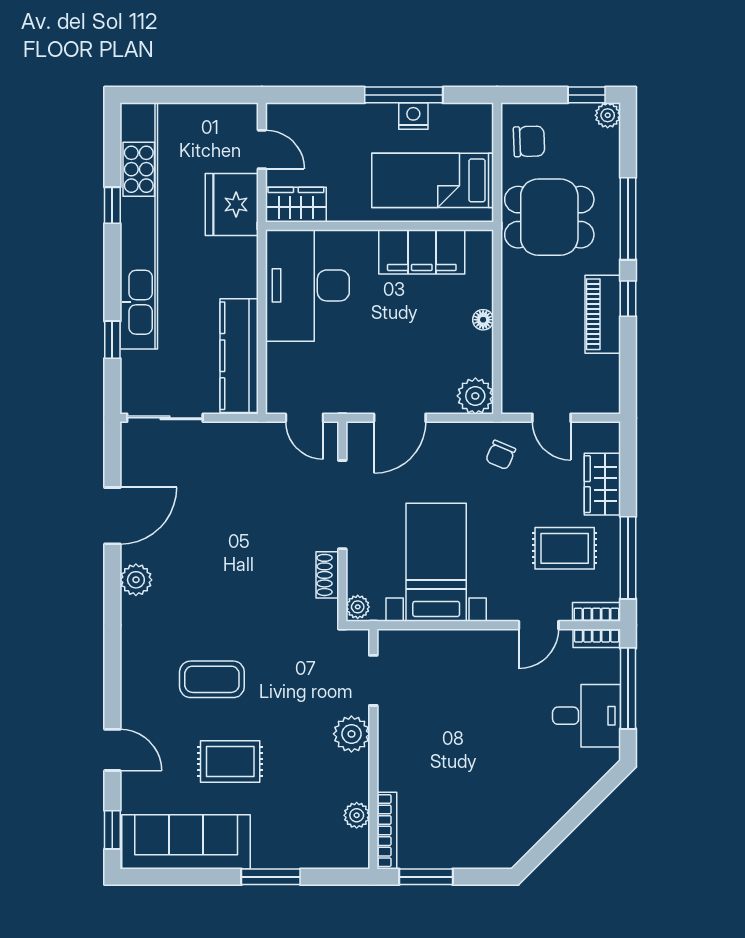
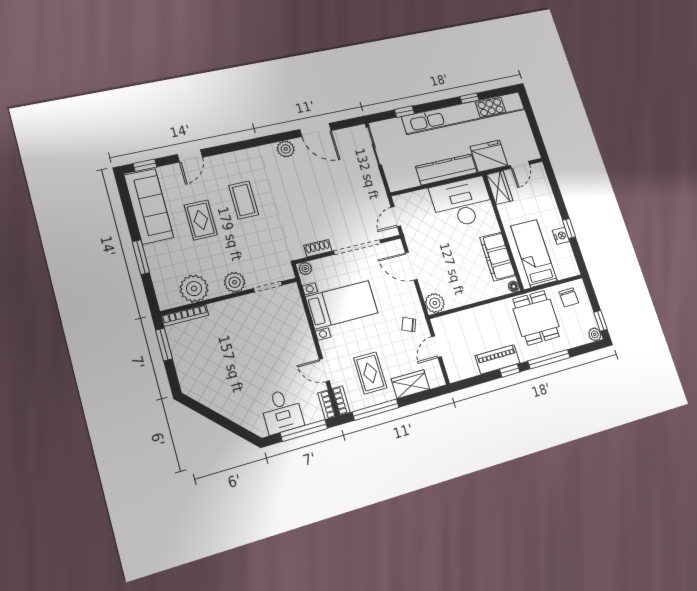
window: (404, 95) -> (569, 228), width x0.46
floor lamp: (483, 320) -> (514, 287), moved
kitchen counter: (239, 356) -> (446, 170), moved
plant: (357, 815) -> (194, 289), width x1.87, depth x1.87

